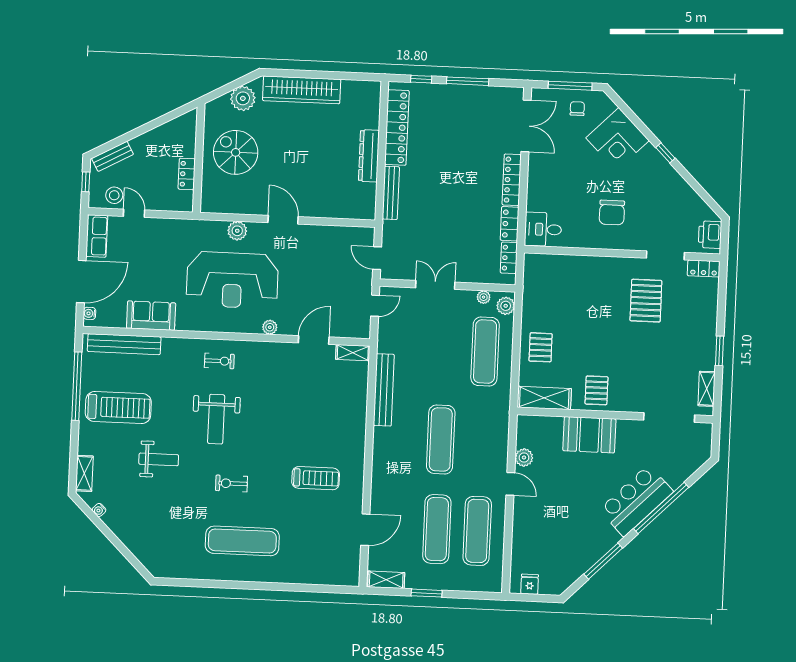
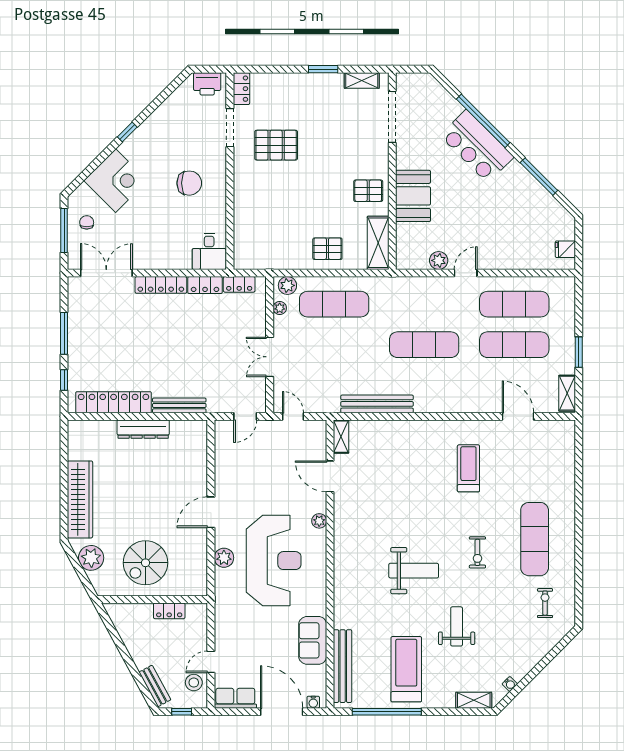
chair: (577, 109) -> (87, 222), turned 90
exercise bike: (219, 361) -> (545, 603), moved

